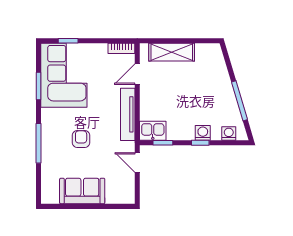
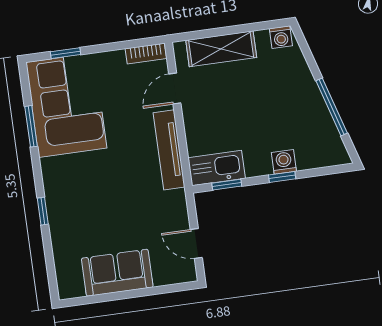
kitchen sink: (153, 131) -> (217, 168), width x1.38
washing machine: (229, 133) -> (281, 37), moved, turned 180
armchair: (81, 139) -> (105, 196), removed
window: (39, 143) -> (43, 211), width x0.46
door: (137, 163) -> (196, 243), moved

